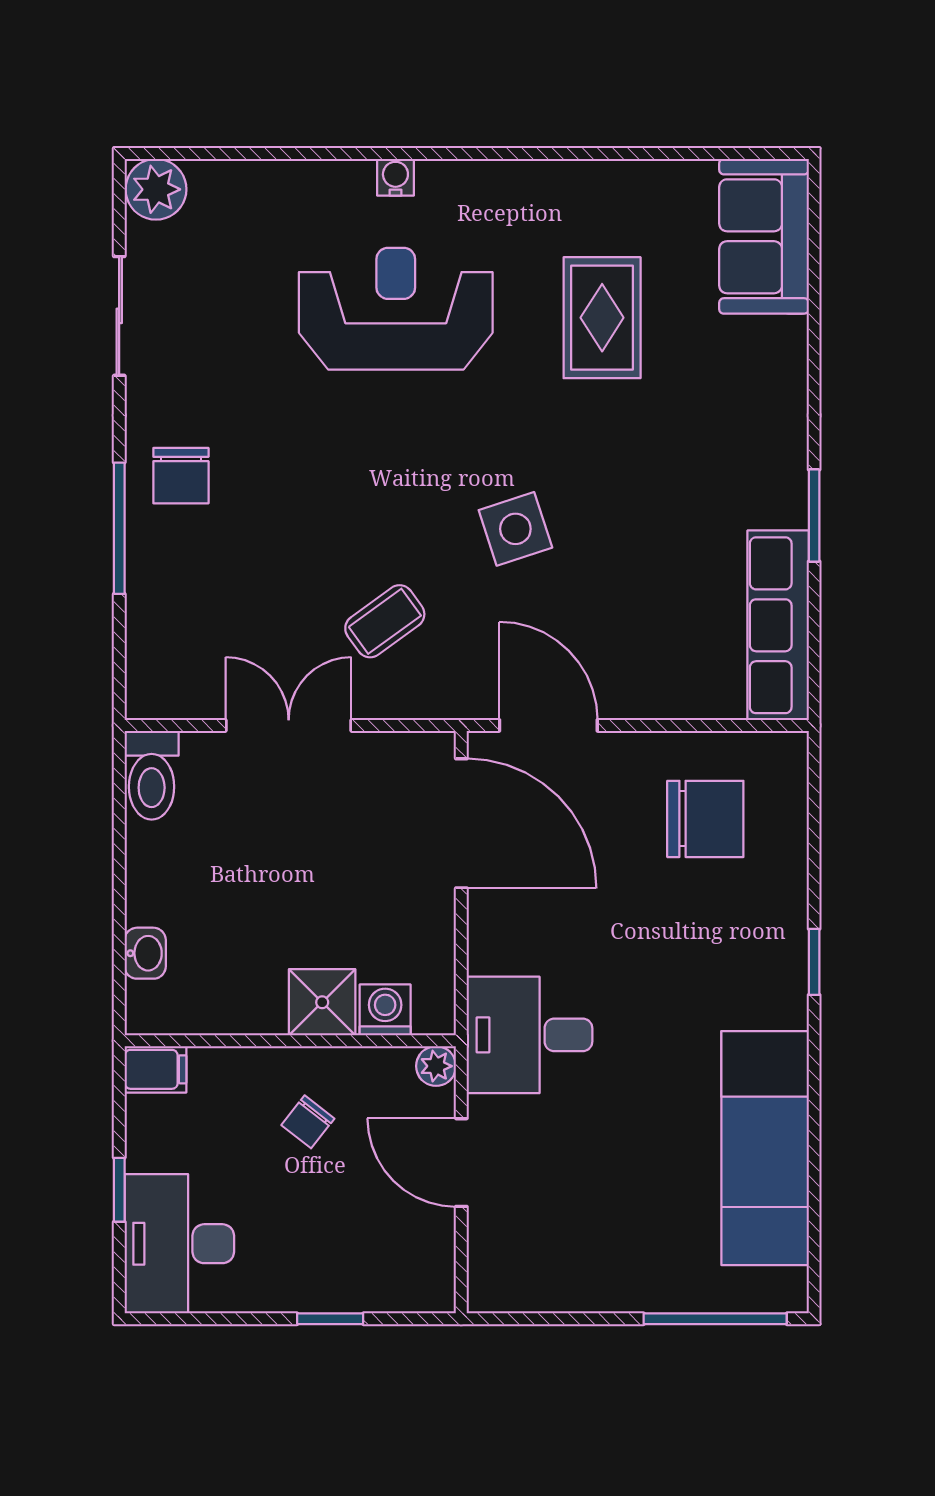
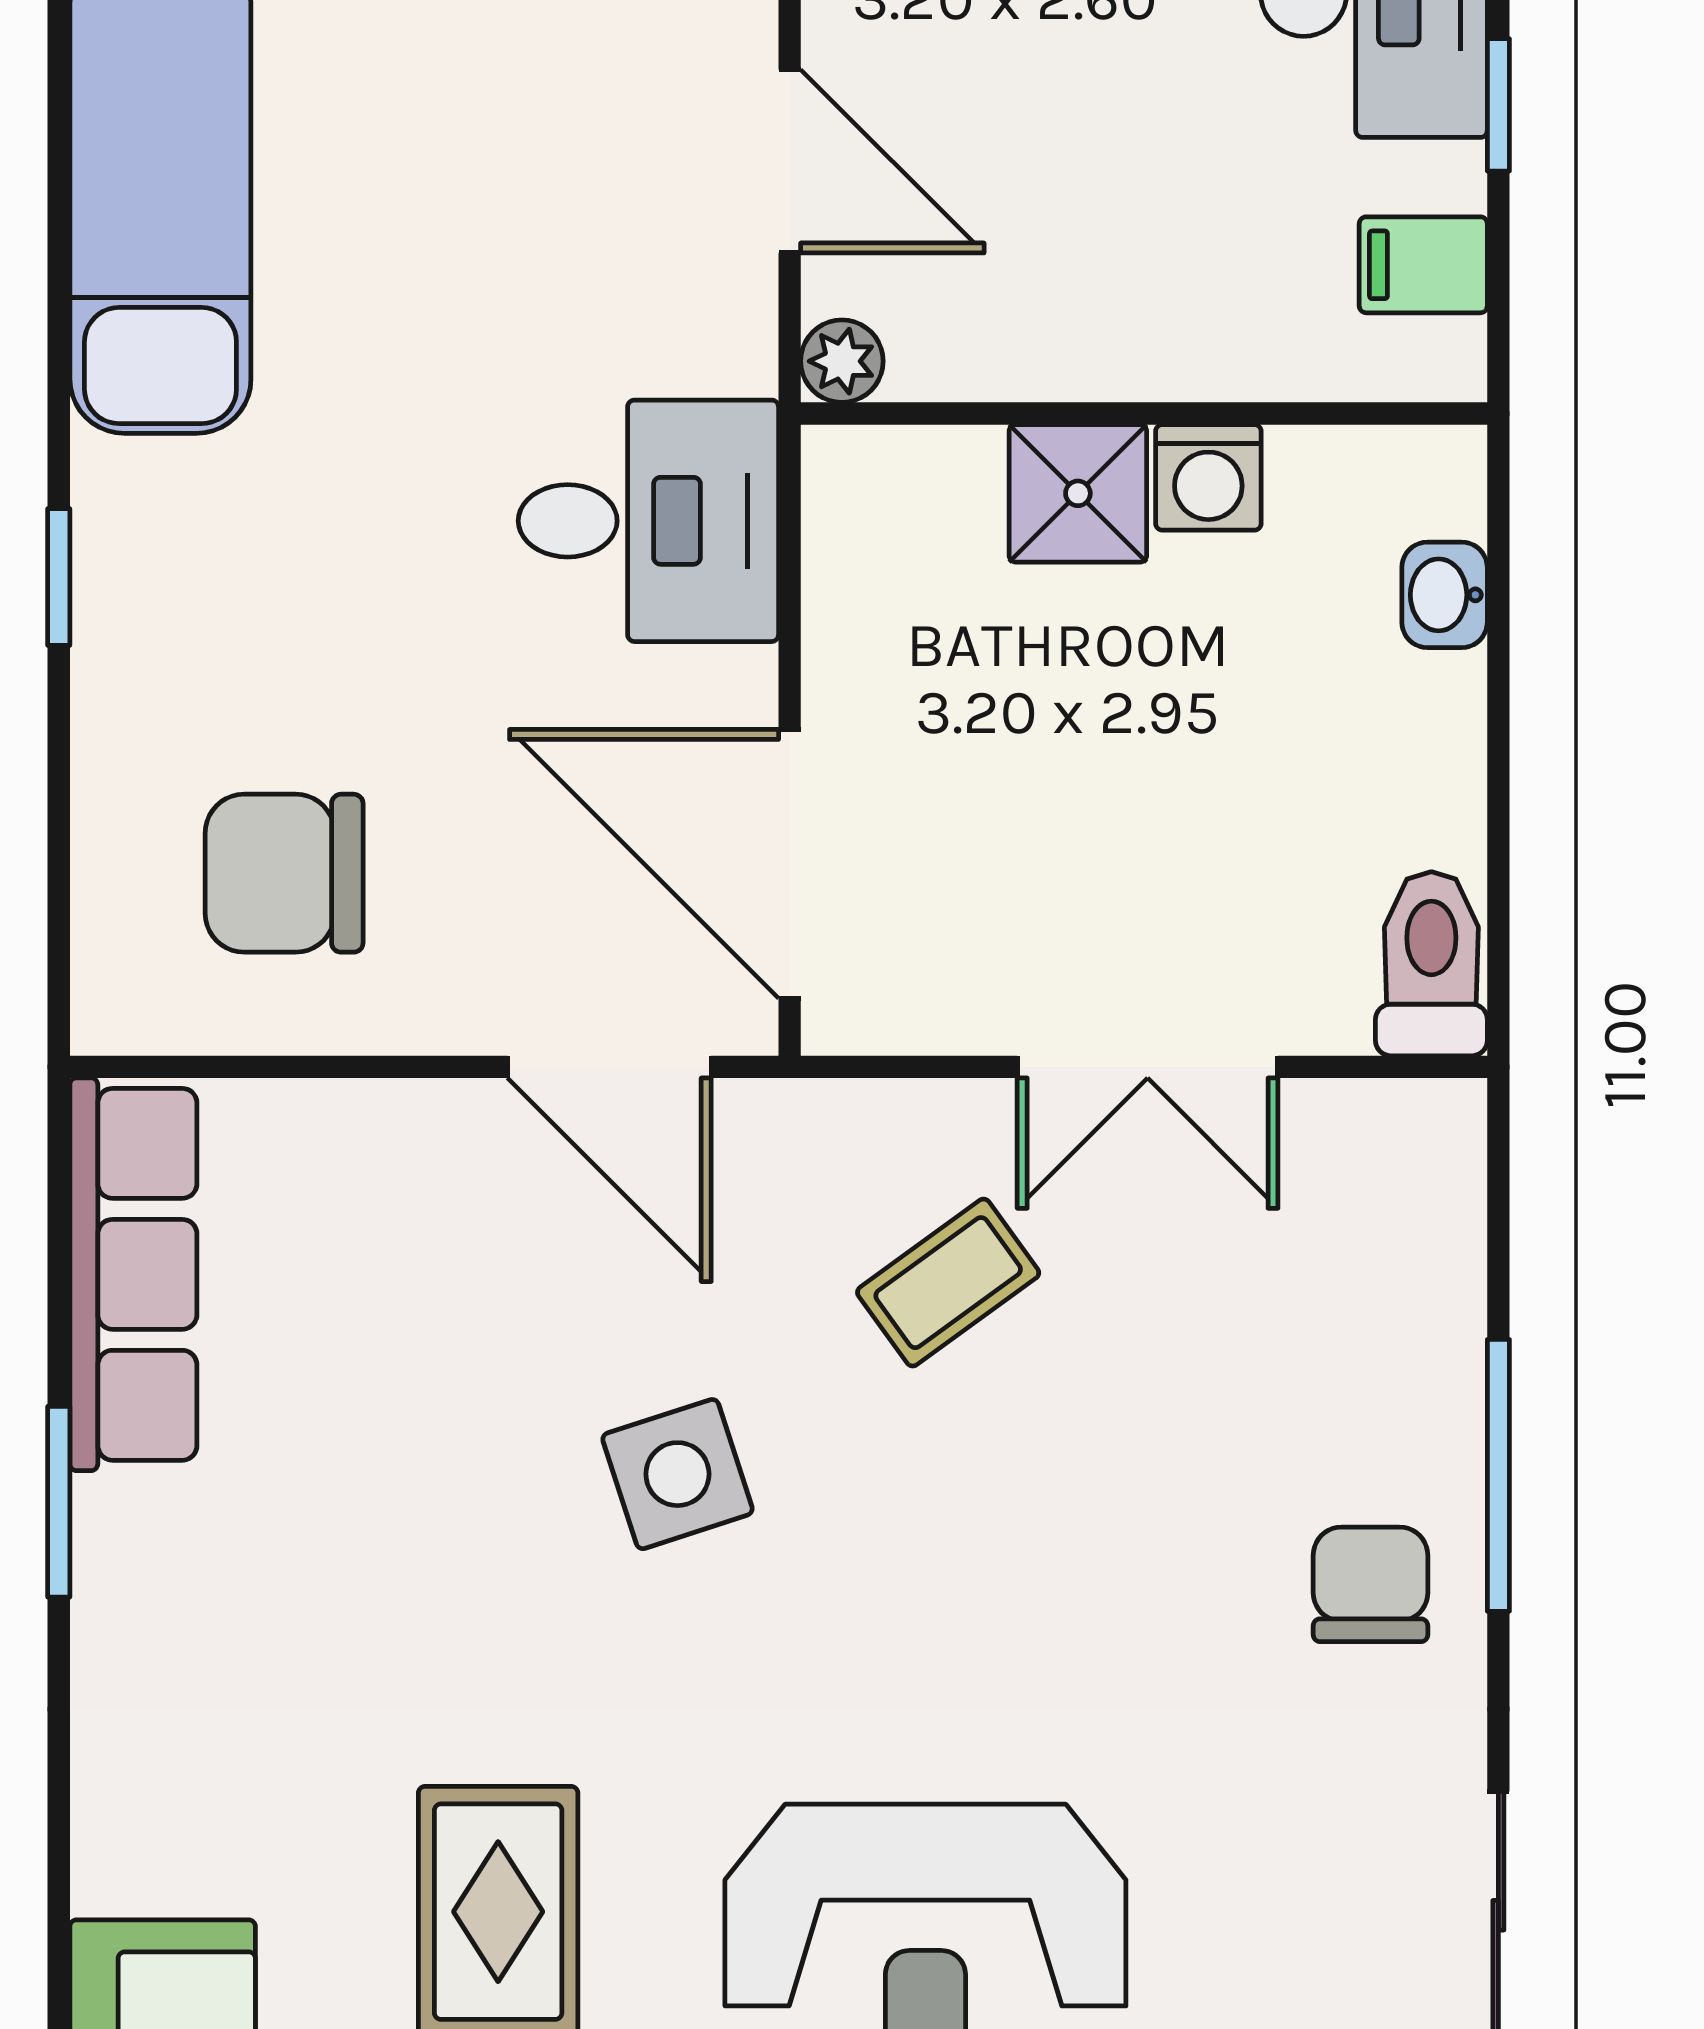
washing machine: (385, 1010) -> (1208, 477), moved
desk: (529, 1035) -> (648, 521), moved
filing cabinet: (155, 1069) -> (1423, 265), moved
chair: (308, 1122) -> (1108, 246), removed

